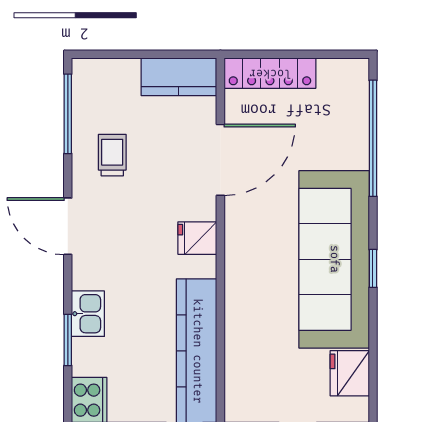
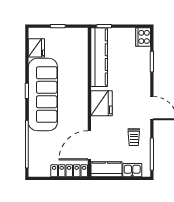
door: (220, 160) -> (89, 145), moved
fridge: (197, 238) -> (102, 103), width x1.88, depth x1.34
kitchen sink: (88, 314) -> (132, 170), moved, turned 90

